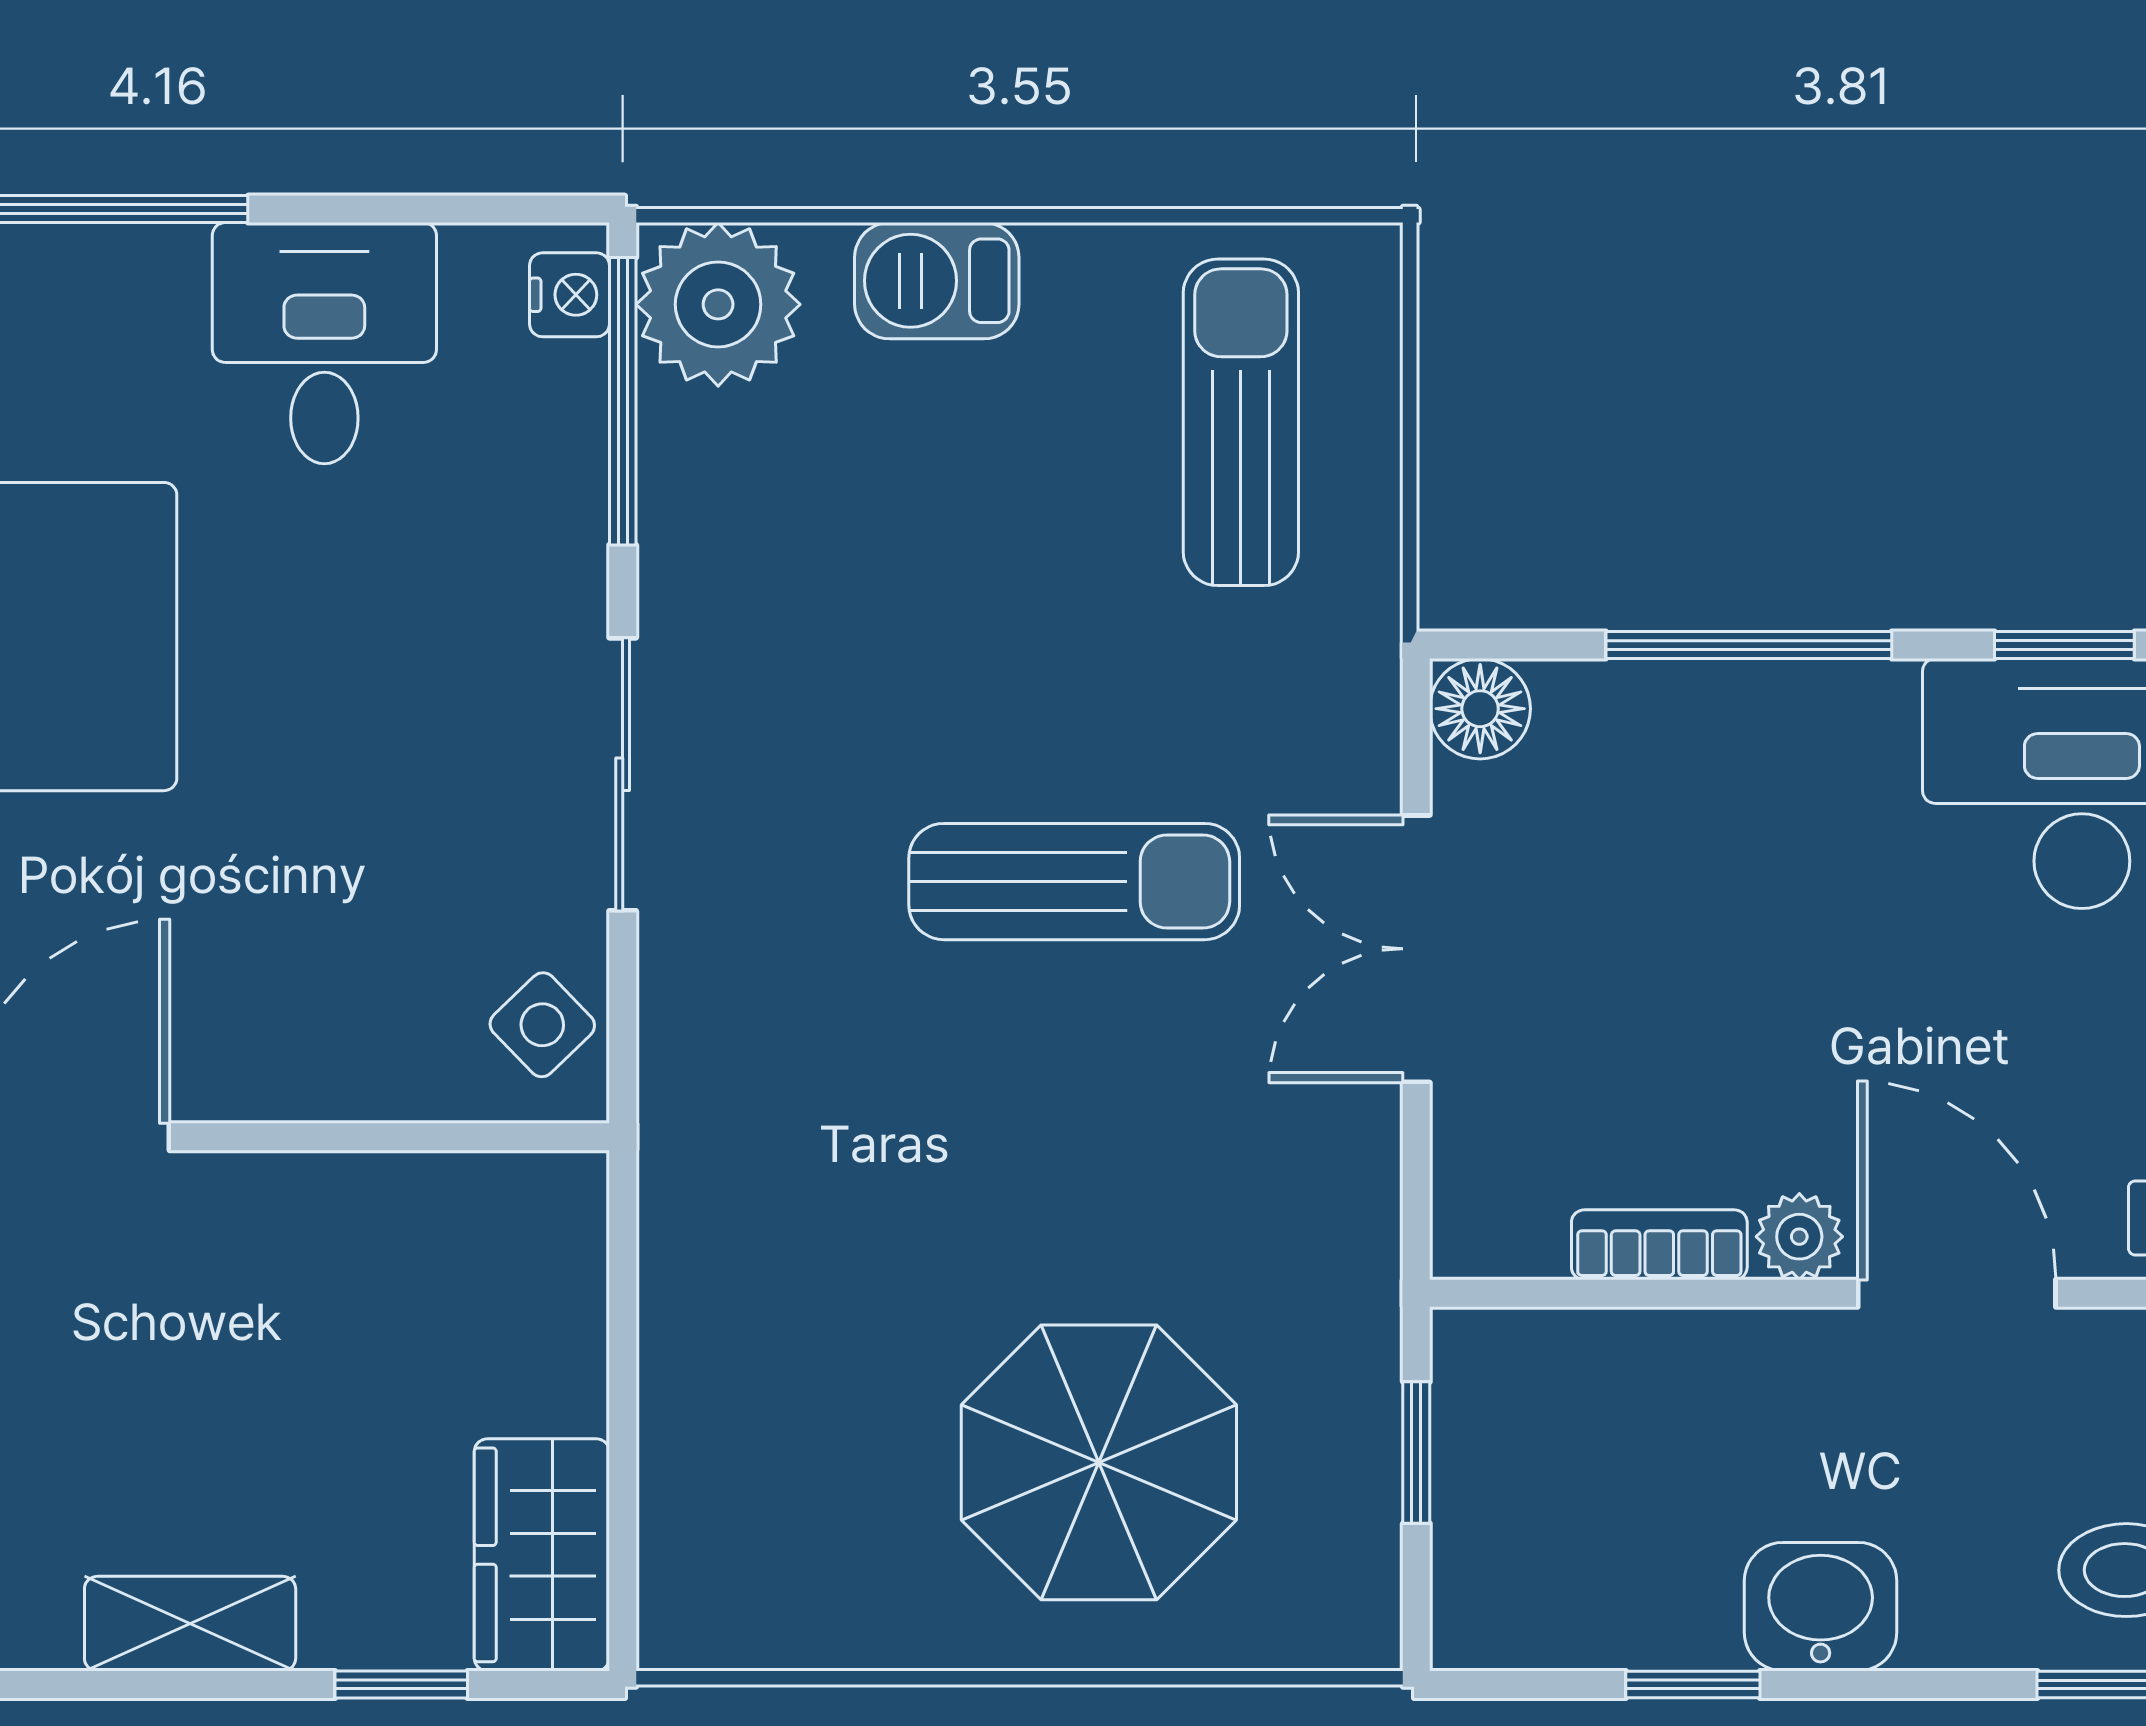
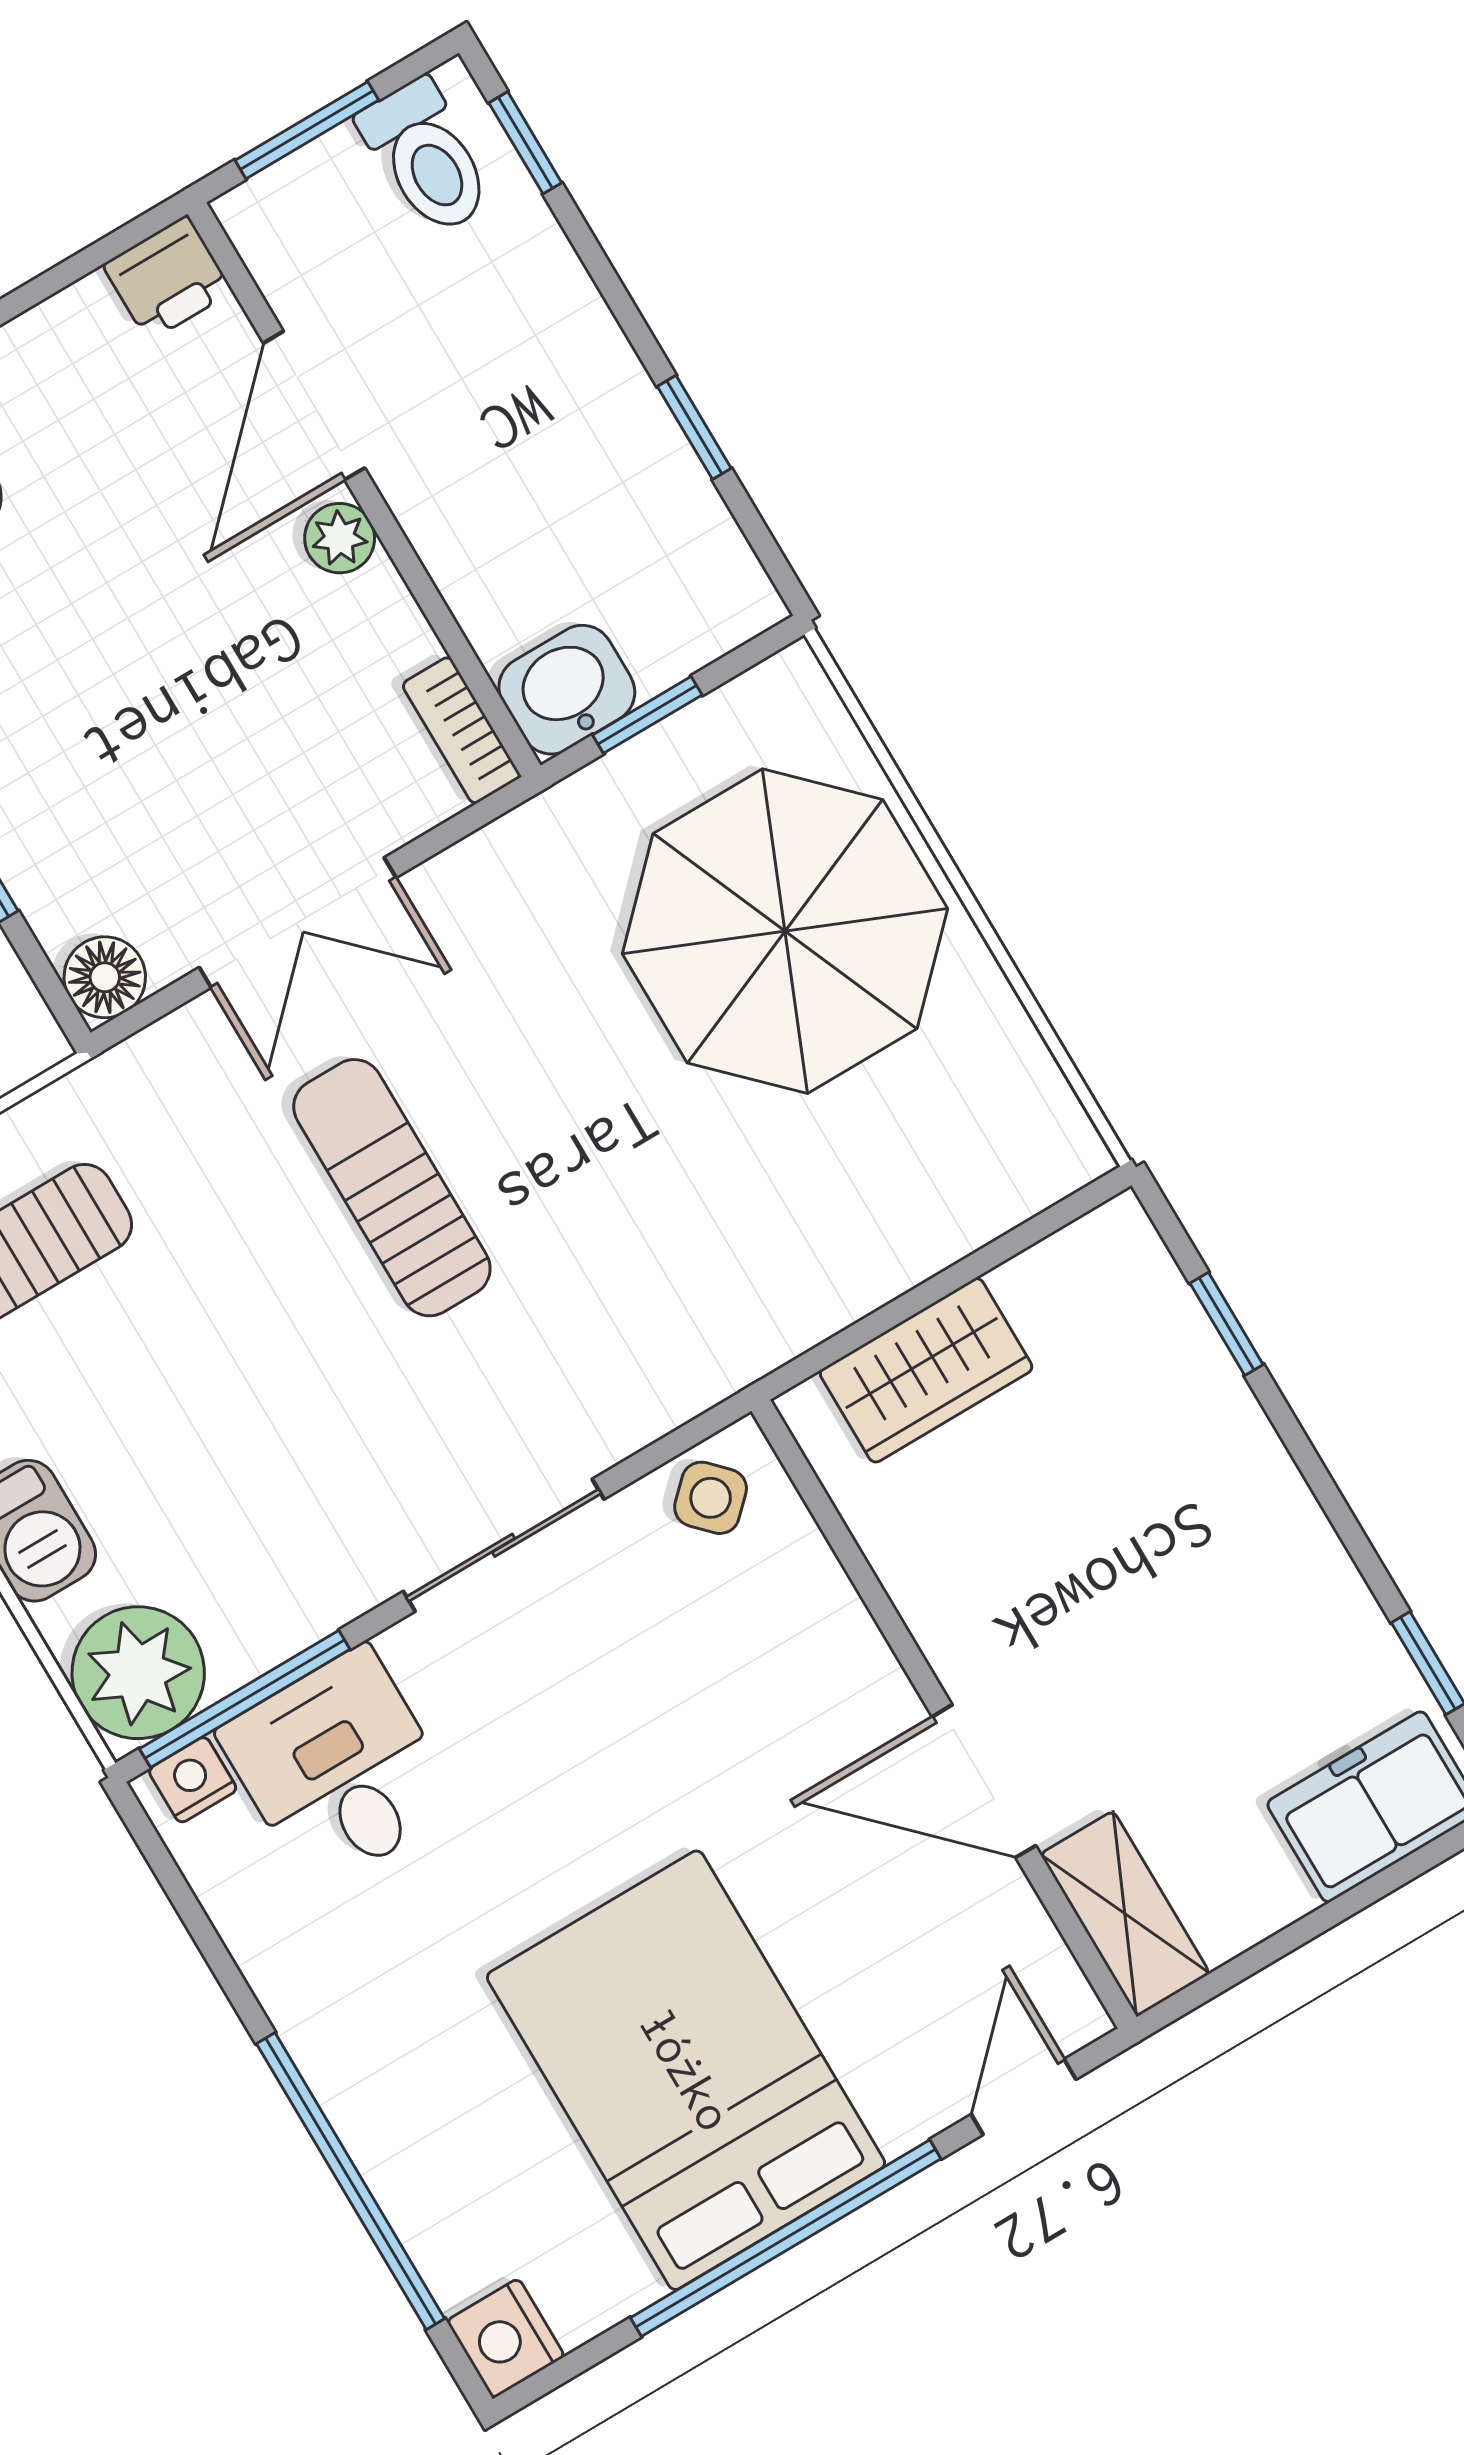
desk: (324, 343) -> (339, 1769), moved, turned 90
bookcase: (1659, 1245) -> (461, 730), moved
parasol: (1099, 1462) -> (785, 931), width x1.36, depth x1.36
wardrobe: (542, 1555) -> (926, 1370), moved
washbasin: (1821, 1607) -> (567, 690), moved, turned 90
shelving: (190, 1624) -> (1271, 1496), removed

